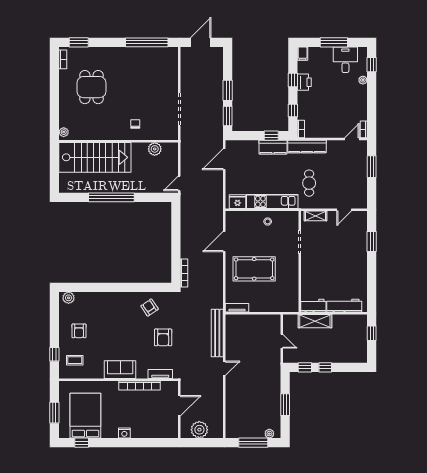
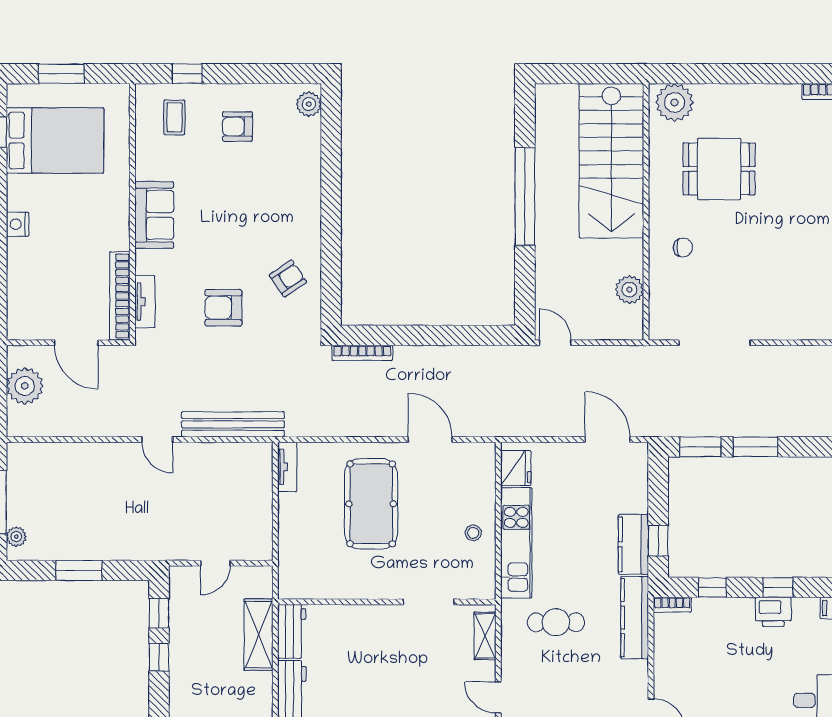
dining table: (91, 87) -> (719, 169), moved
plant: (64, 132) -> (674, 102), width x1.87, depth x1.87
bookcase: (140, 386) -> (120, 296), moved

